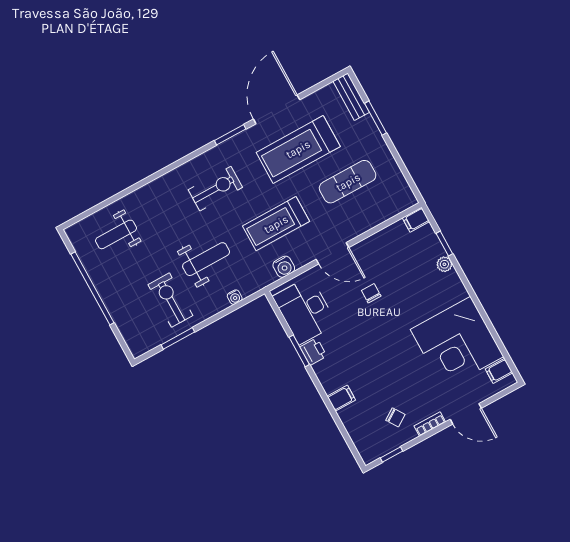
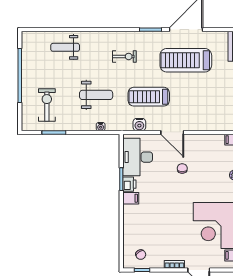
exercise mat: (348, 182) -> (204, 95), removed
exercise bike: (215, 189) -> (124, 56), width x0.73, depth x0.72
weight bench: (116, 234) -> (65, 47), moved
exercise bike: (170, 300) -> (47, 105), moved
filing cabinet: (341, 398) -> (131, 198), moved
chair: (395, 417) -> (141, 255), moved

